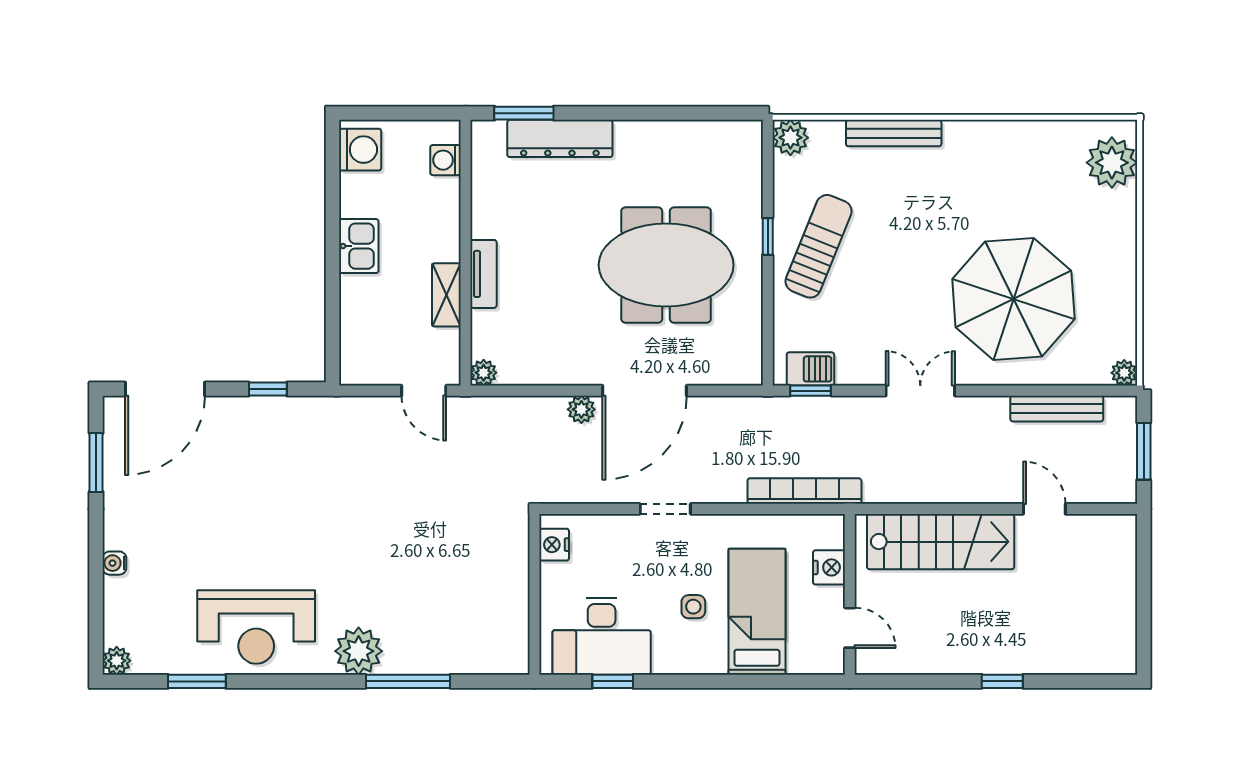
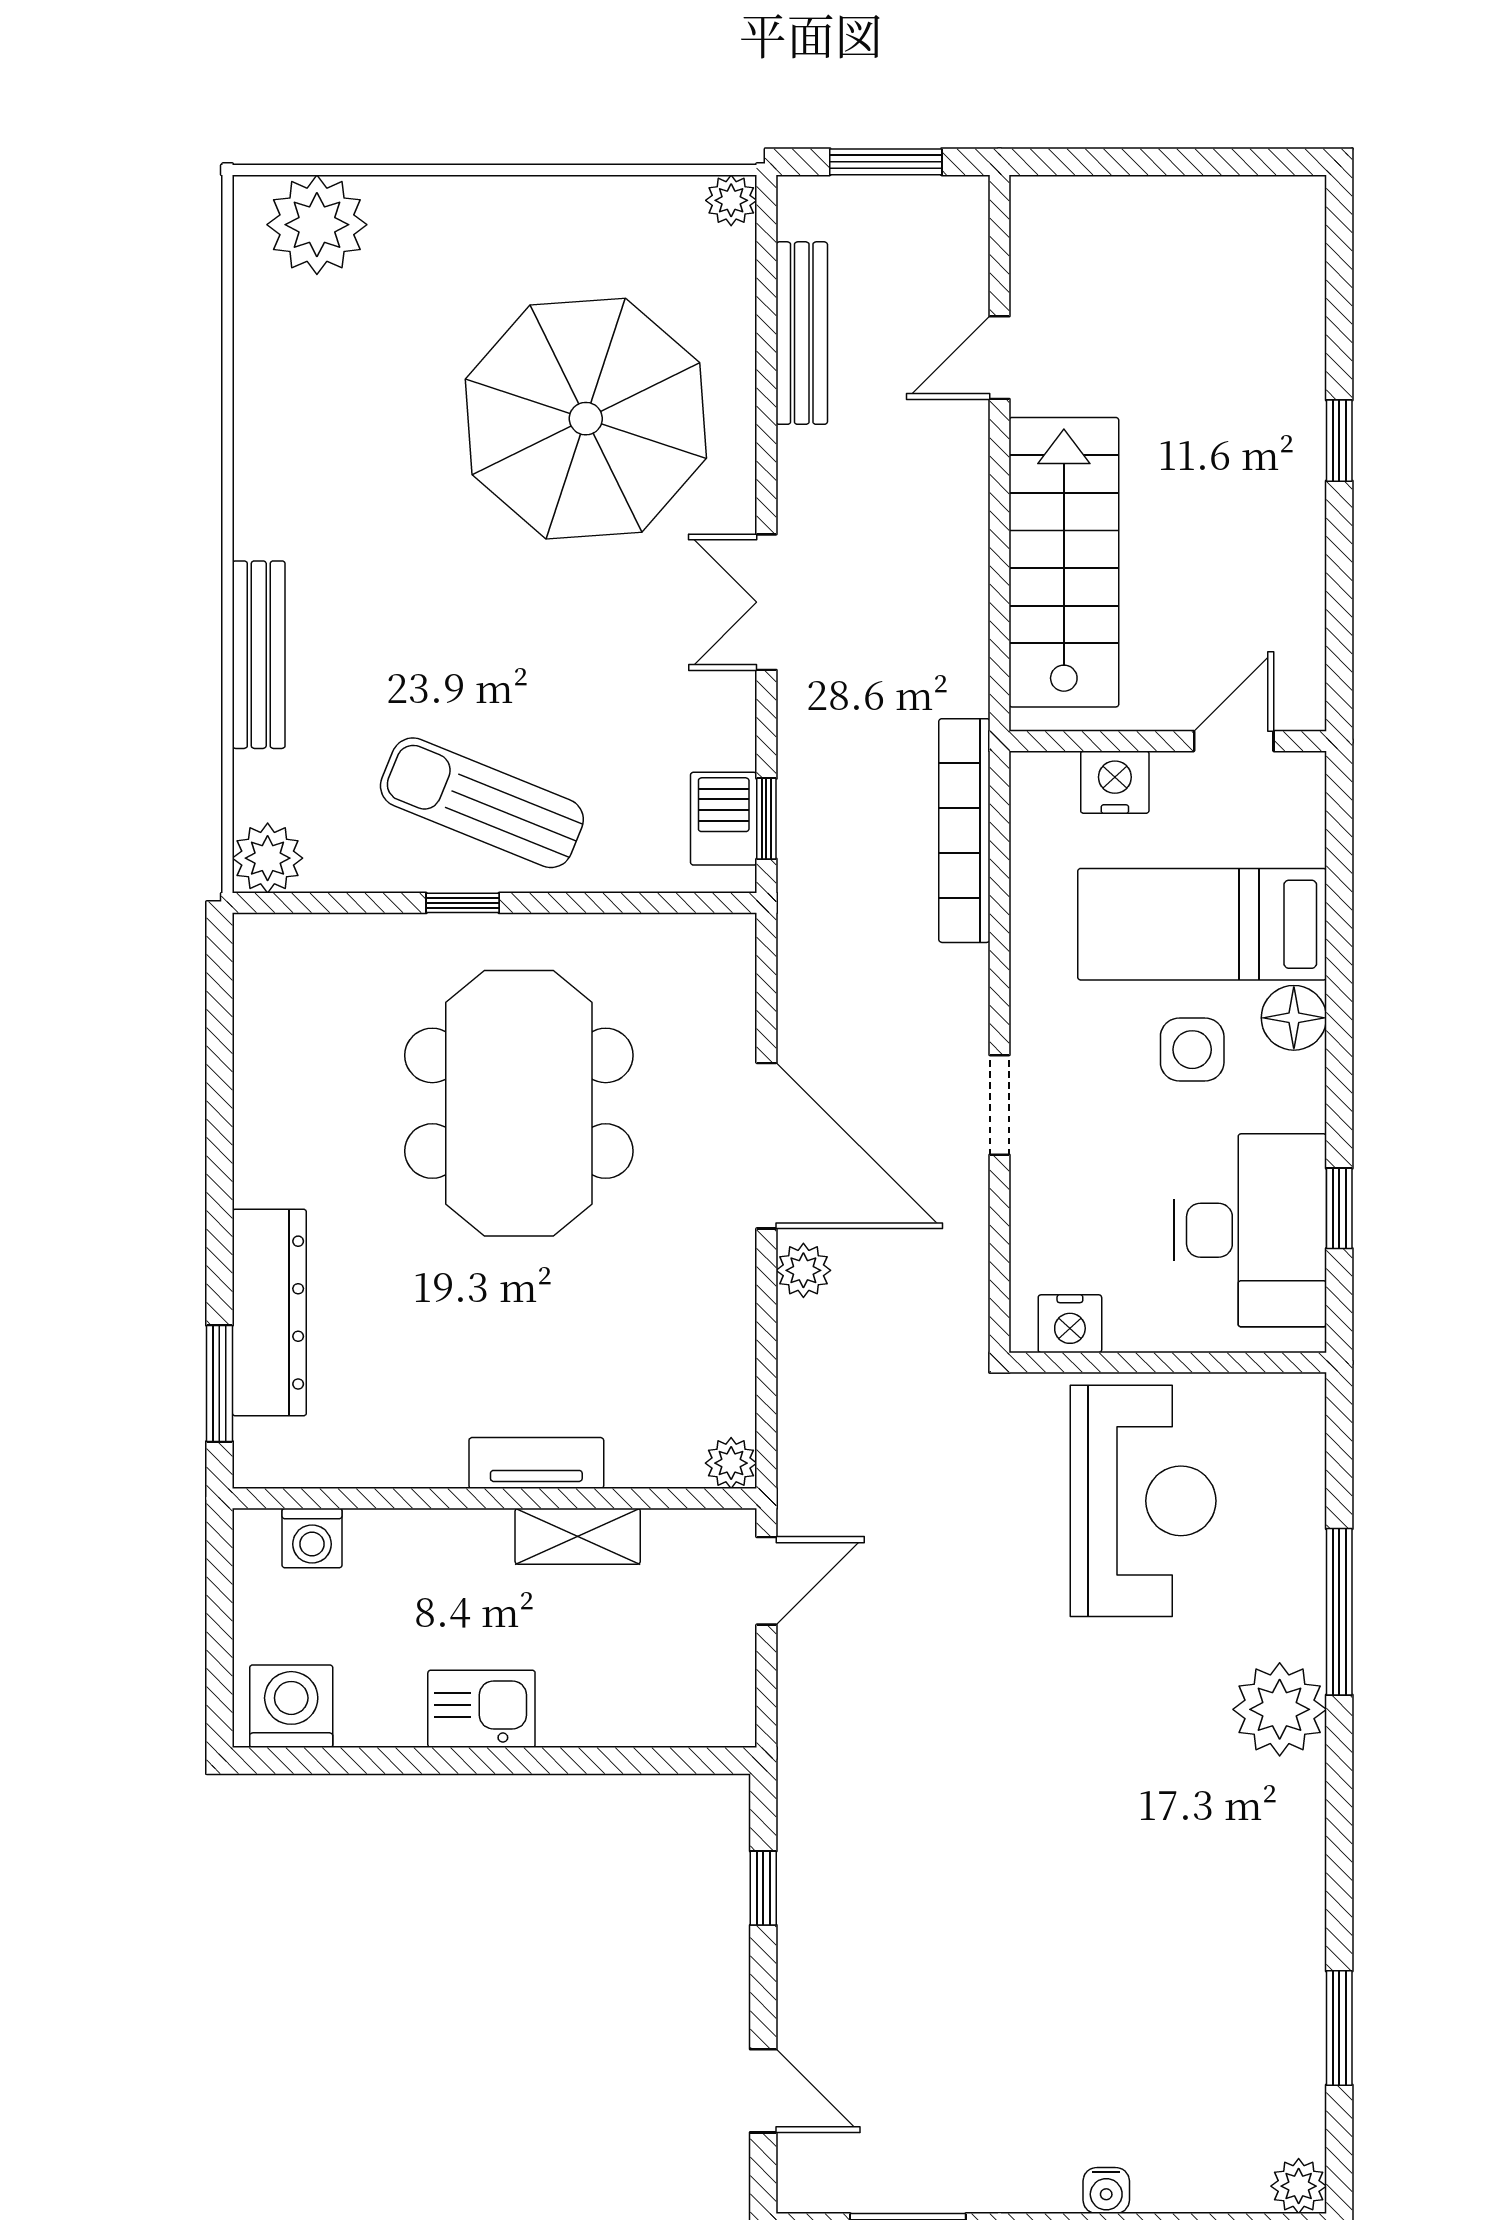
door: (165, 389) -> (763, 2091), width x0.53
side table: (693, 607) -> (1192, 1050), width x1.37, depth x1.37
reception desk: (256, 627) -> (1143, 1501), moved
floor lamp: (709, 658) -> (1294, 1018), added

